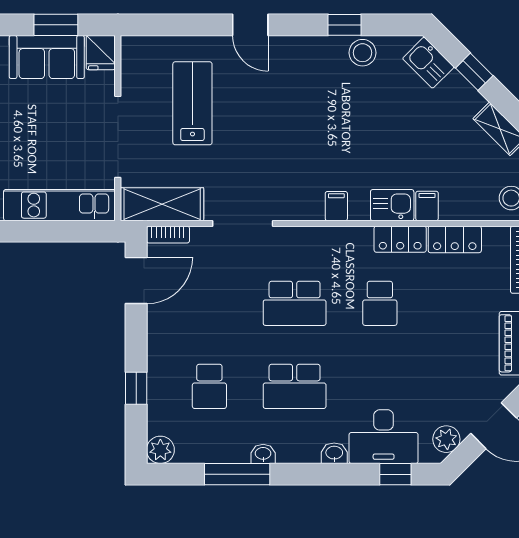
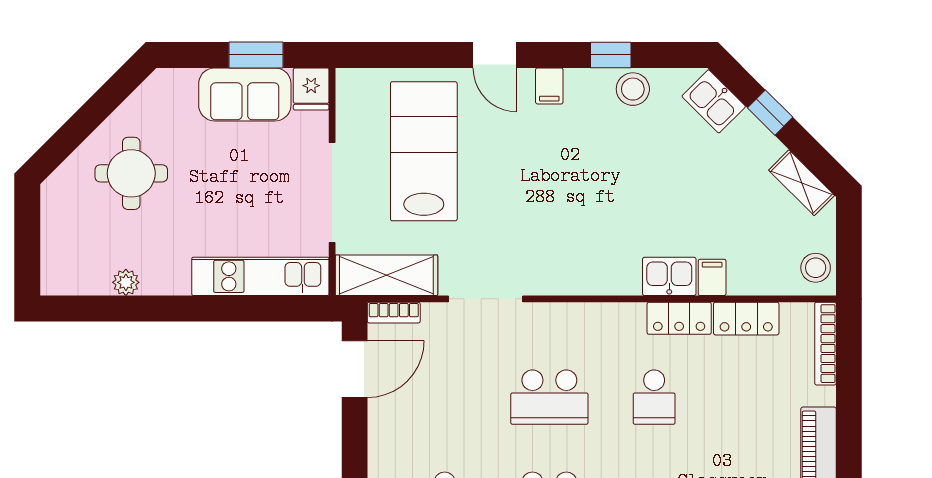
lab bench: (192, 103) -> (424, 151), width x1.36, depth x1.39
filing cabinet: (336, 206) -> (549, 86), moved, turned 180

